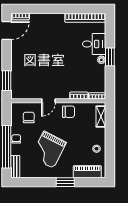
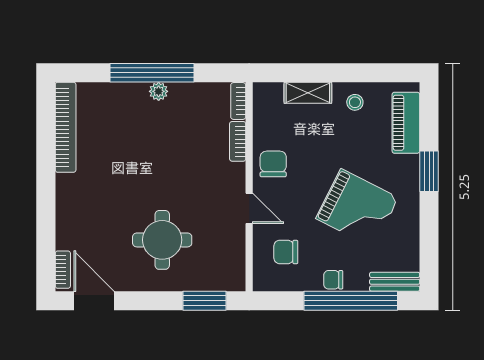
desk: (94, 44) -> (124, 108), removed
window: (110, 57) -> (152, 73), width x2.11
round table: (34, 61) -> (162, 240), added
shelving: (101, 117) -> (308, 93), moved

